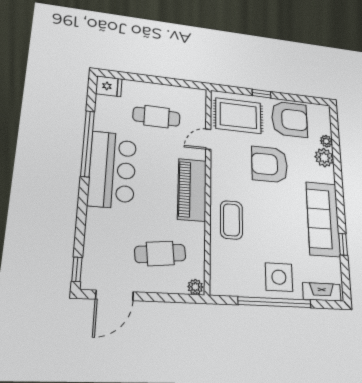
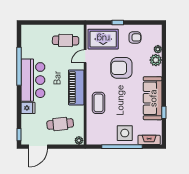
fridge: (109, 86) -> (28, 108), moved
cafe table: (157, 117) -> (66, 40), moved
armchair: (290, 119) -> (135, 37), width x0.53, depth x0.53

